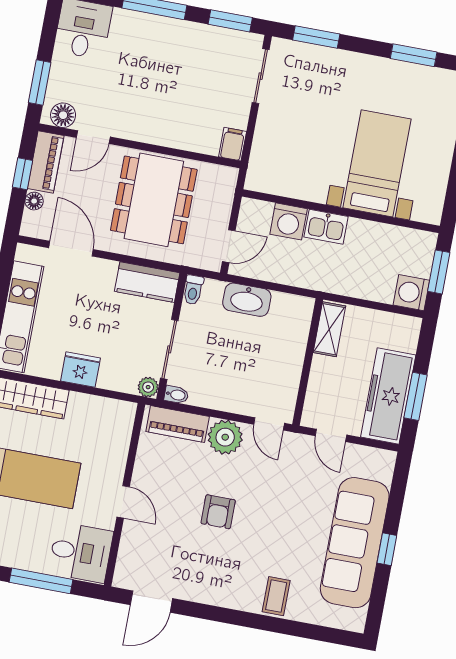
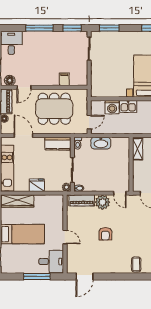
filing cabinet: (233, 144) -> (64, 79), moved
dining table: (154, 200) -> (54, 109), turned 90

